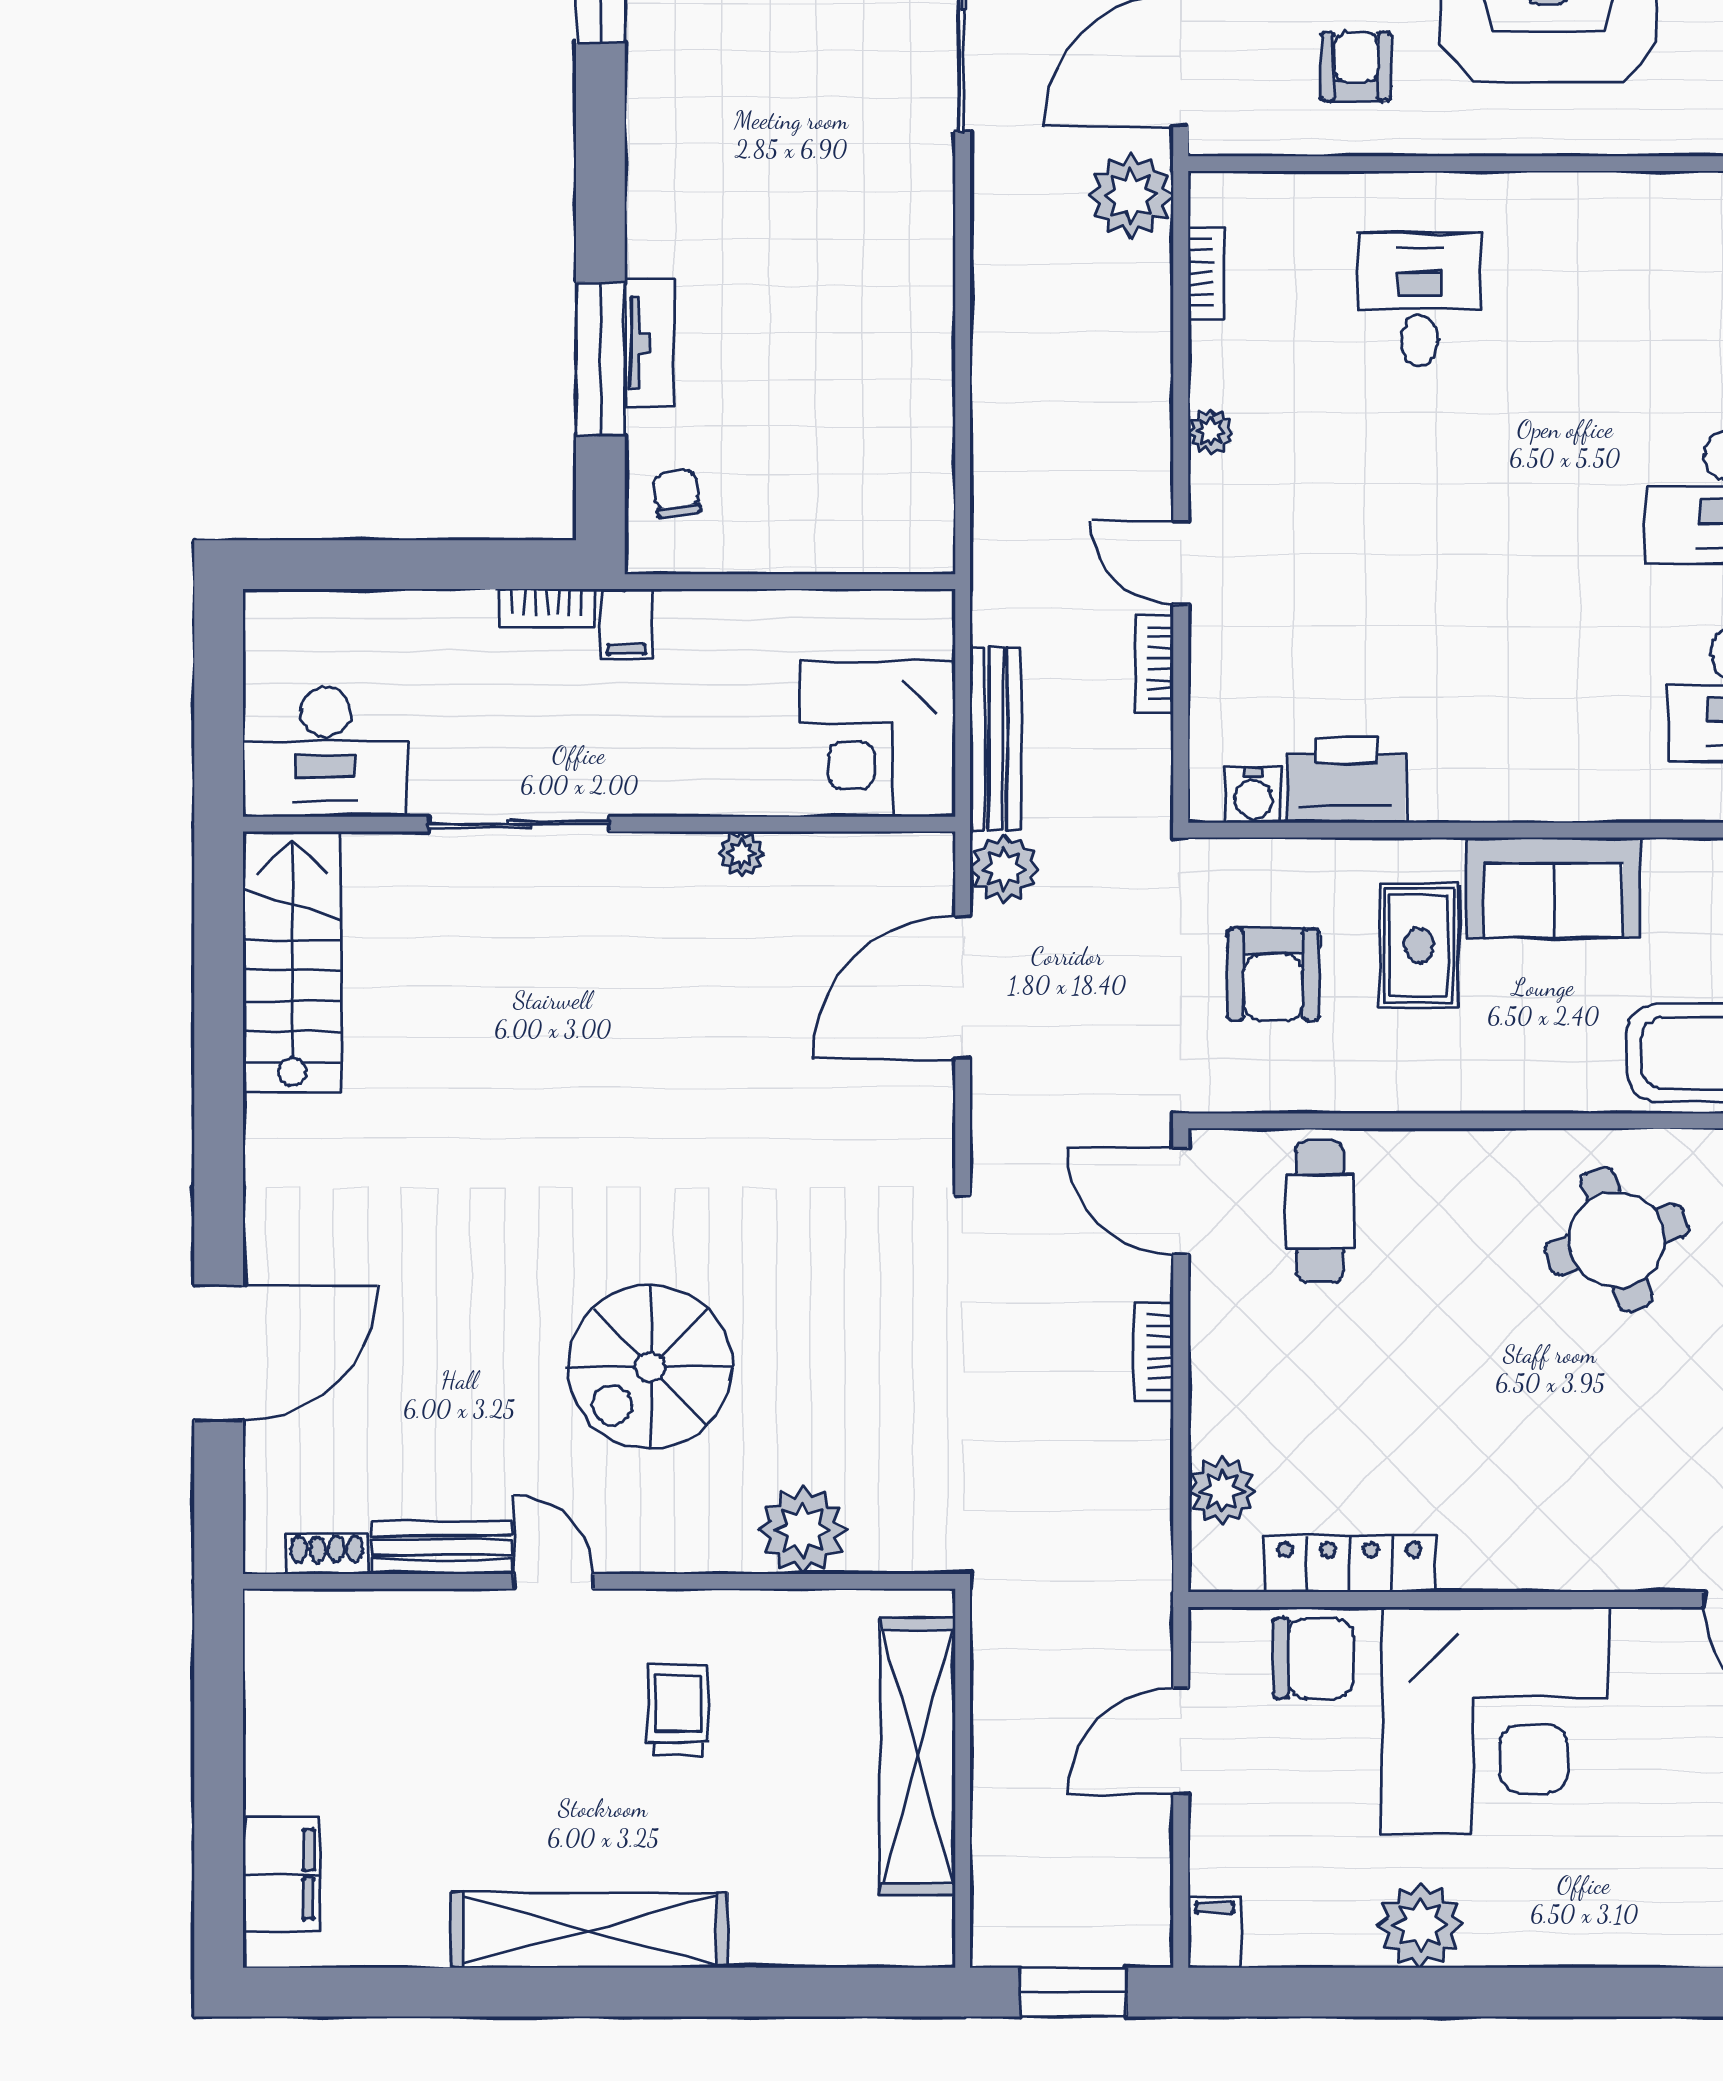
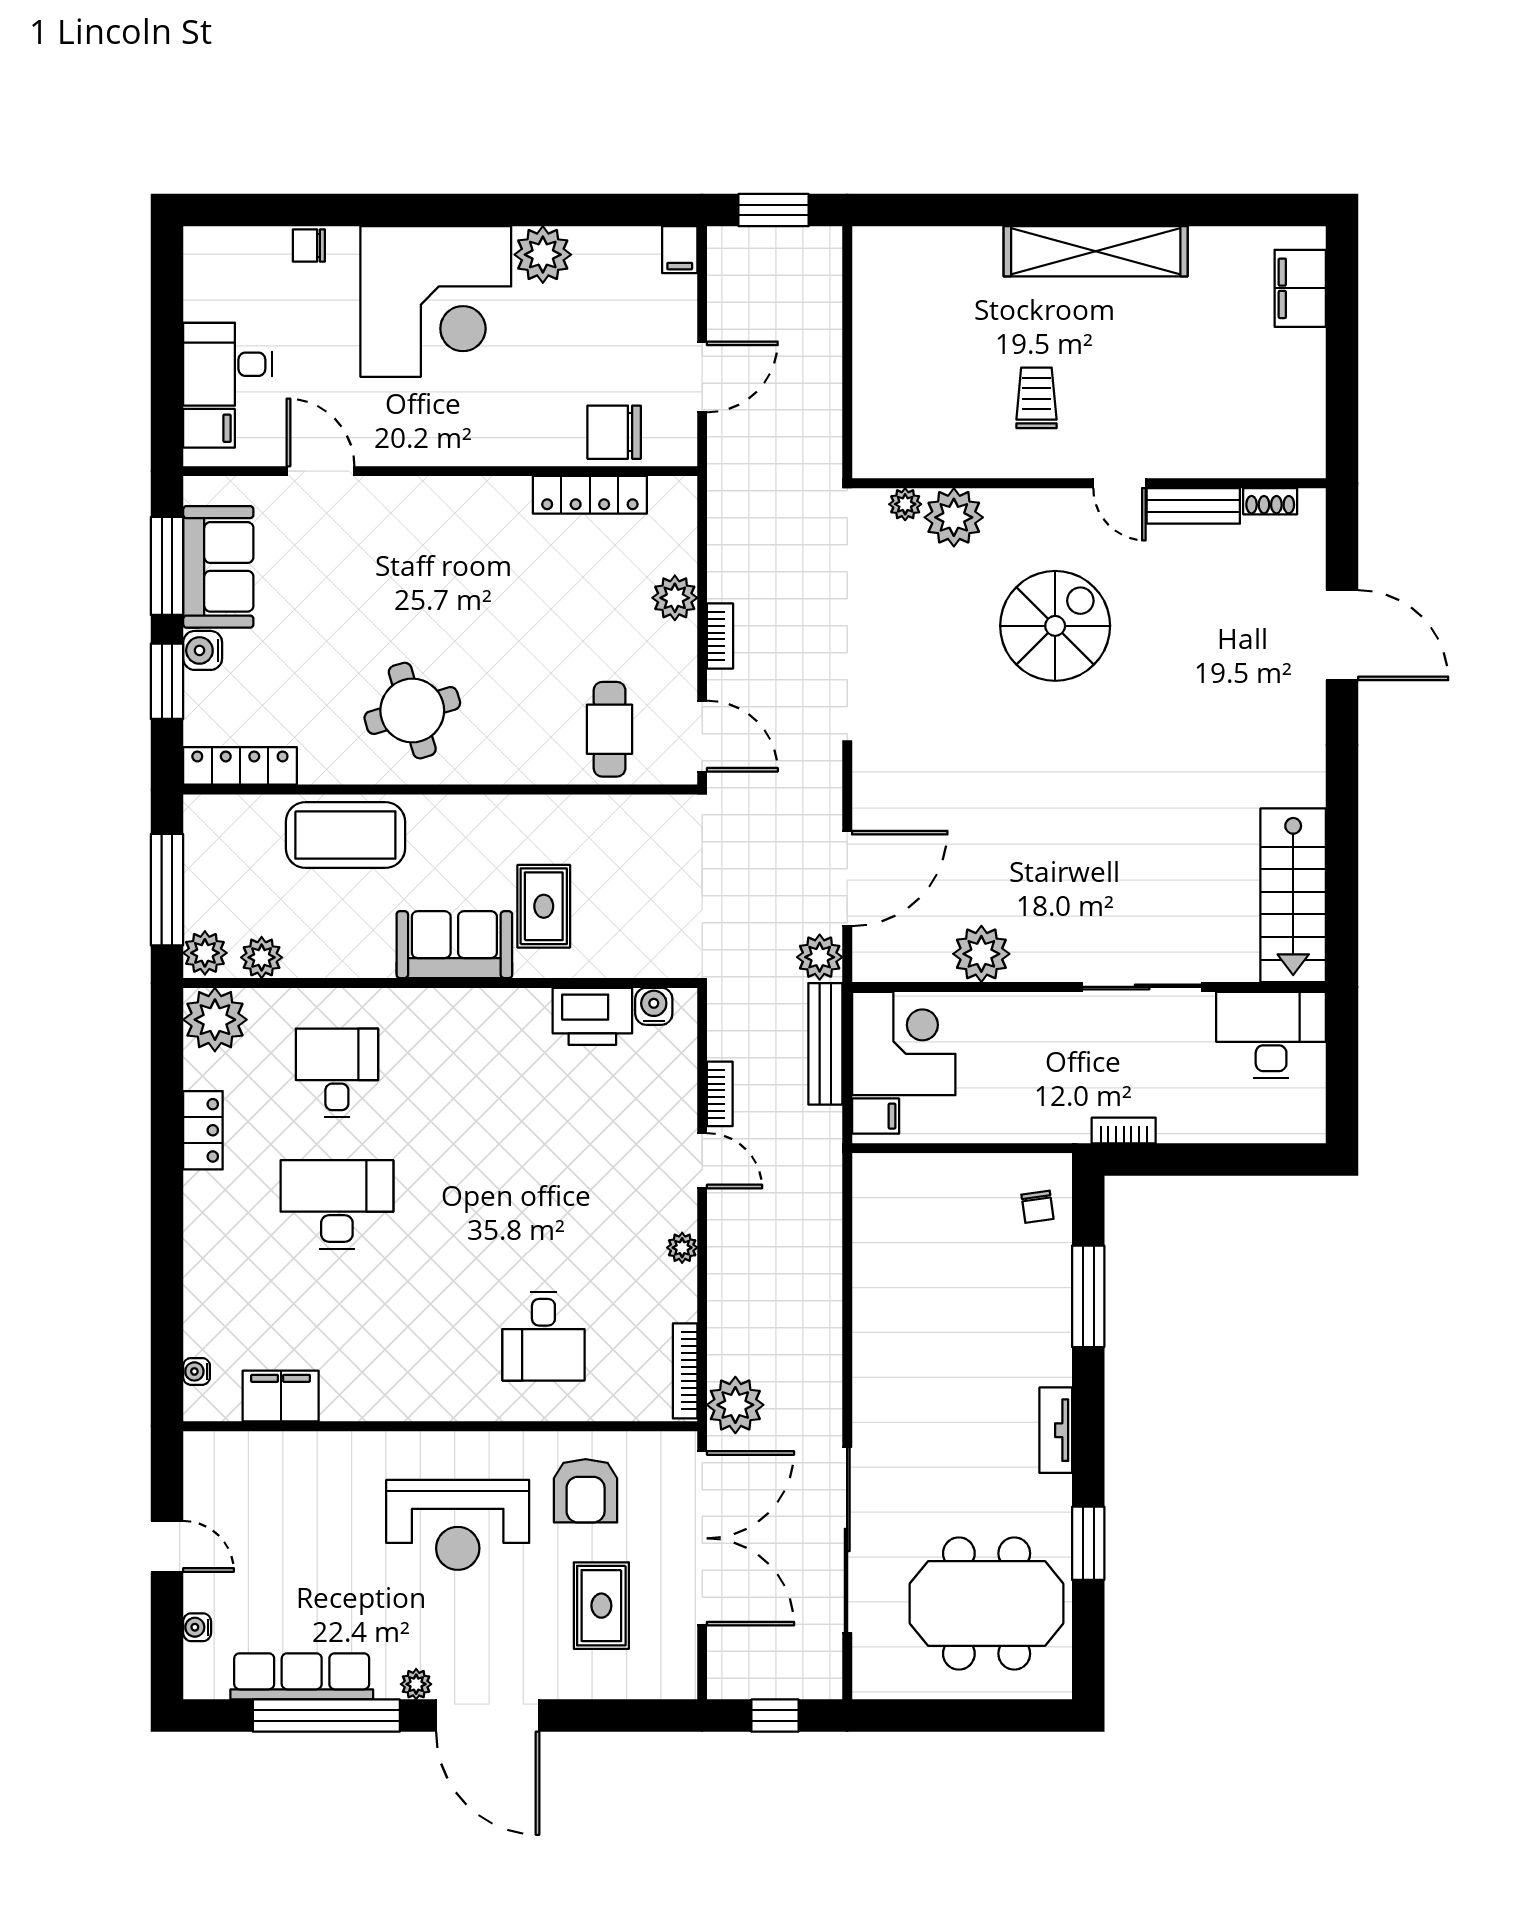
armchair: (1356, 67) -> (586, 1491), width x1.38, depth x1.38
bookcase: (1206, 273) -> (685, 1371), width x1.56
tv unit: (649, 343) -> (1056, 1430), moved
filing cabinet: (626, 624) -> (876, 1116), moved, turned 90
plant: (741, 854) -> (981, 954), width x1.87, depth x1.87
armchair: (1273, 975) -> (641, 887), removed
door: (219, 1353) -> (1342, 635), swing flipped
plant: (1222, 1491) -> (675, 598), moved
plant: (876, 1550) -> (905, 504), added
trolley: (678, 1710) -> (1036, 398), turned 180
corner desk: (1495, 1720) -> (436, 301), moved, turned 180
shelving: (918, 1757) -> (877, 367), removed

